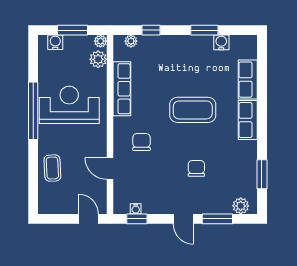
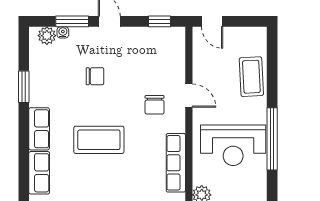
coffee table: (52, 168) -> (251, 77), width x1.36, depth x1.30
chair: (196, 168) -> (95, 76), turned -90
door: (110, 169) -> (189, 96), moved
window: (262, 174) -> (24, 87), moved
water cooler: (136, 209) -> (63, 32), moved

